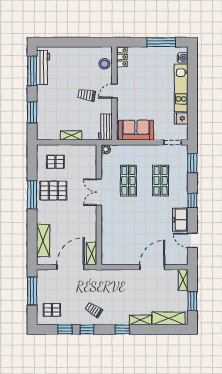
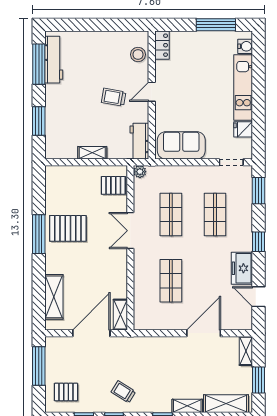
pallet: (55, 162) -> (113, 185), moved
shop shelf: (128, 229) -> (171, 281), added

